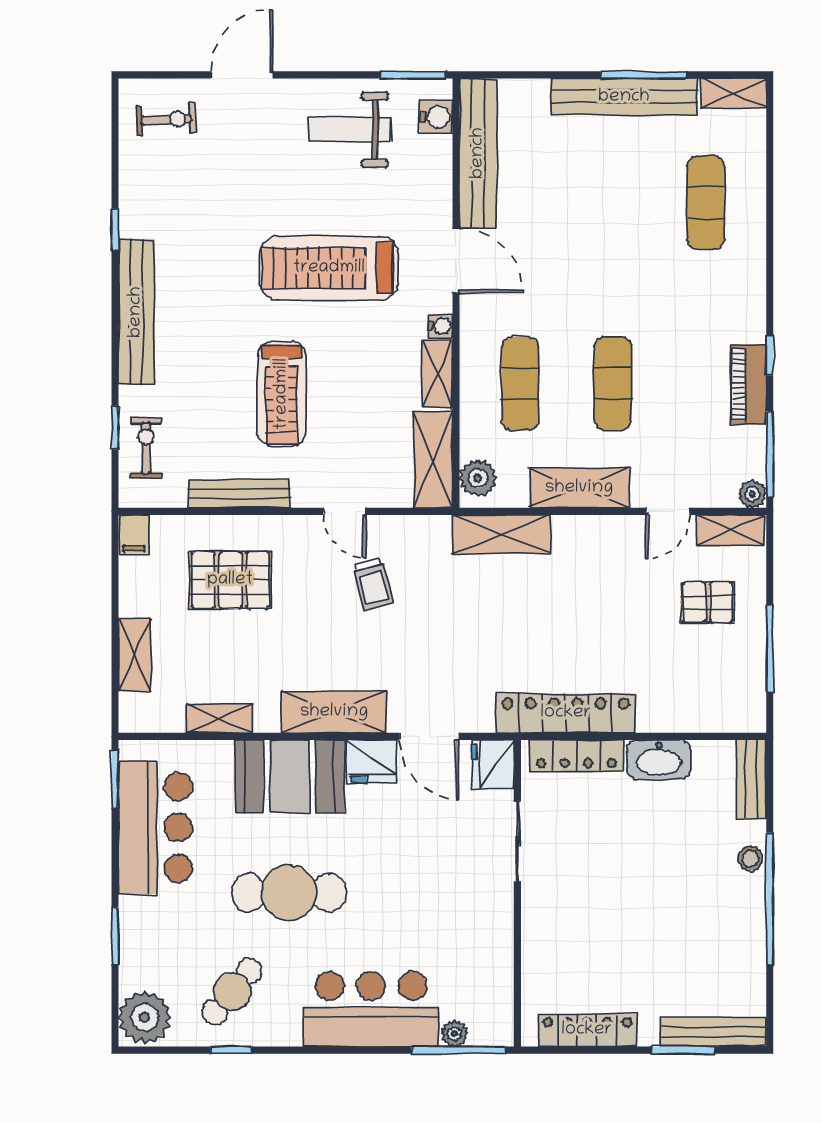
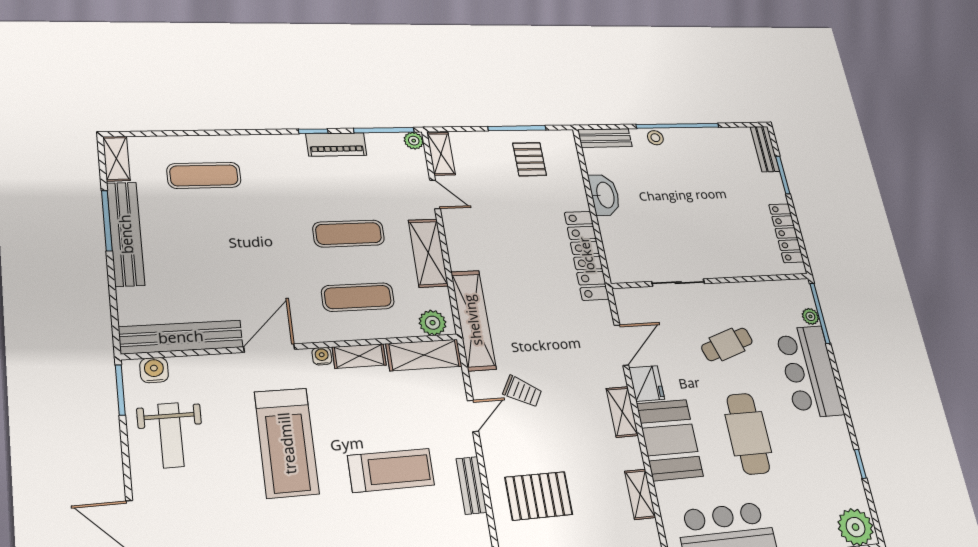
bench: (239, 494) -> (471, 485), width x0.73
shelving: (501, 534) -> (473, 320), width x1.47
pallet: (230, 580) -> (539, 496), turned 90
trolley: (373, 584) -> (522, 391), turned 44
pallet: (708, 602) -> (530, 159), moved
shelving: (334, 712) -> (622, 412), width x0.67, depth x0.75
locker: (576, 755) -> (613, 247), removed
fridge: (493, 764) -> (631, 301), removed
cafe table: (232, 991) -> (727, 344), moved, turned -58
bench: (714, 1032) -> (765, 149), width x0.73

